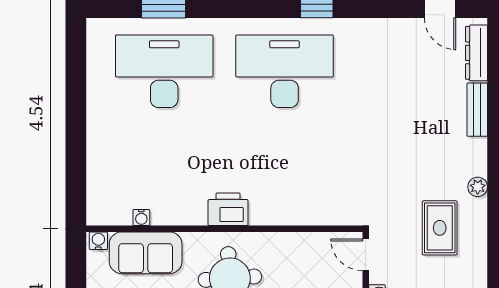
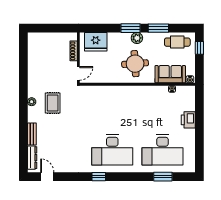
printer: (228, 209) -> (188, 120), moved, turned 90
rug: (440, 228) -> (53, 103), moved
door: (366, 255) -> (78, 73), hinge flipped

